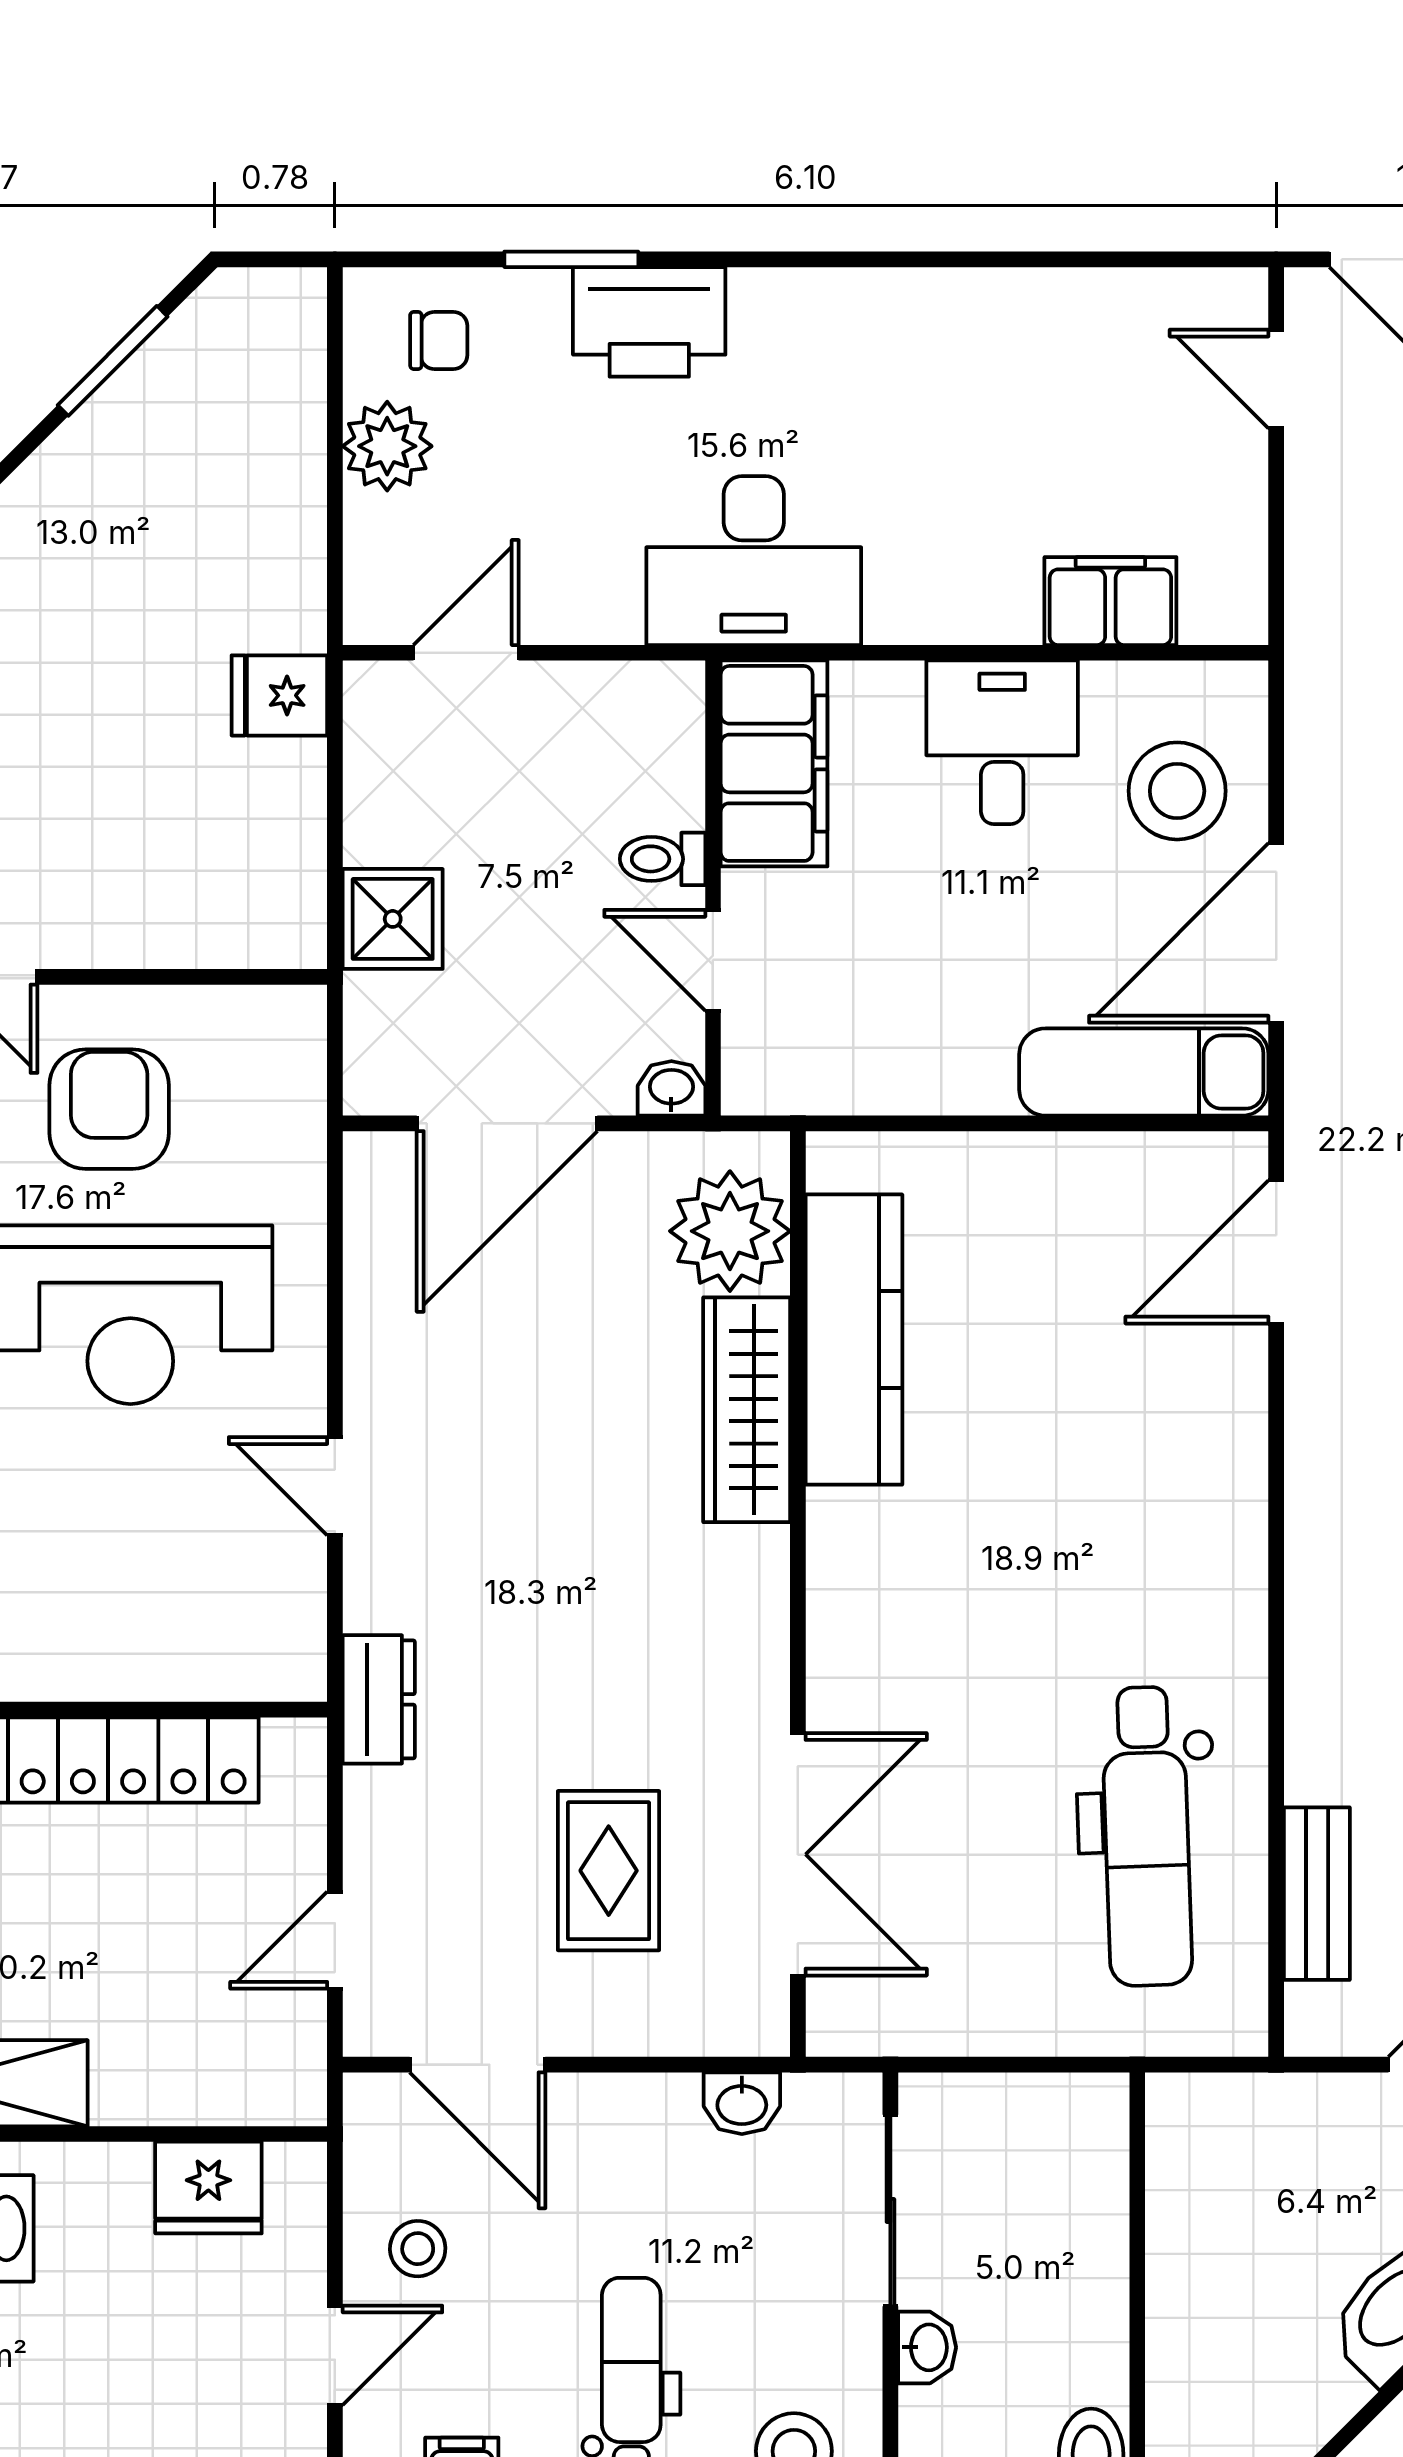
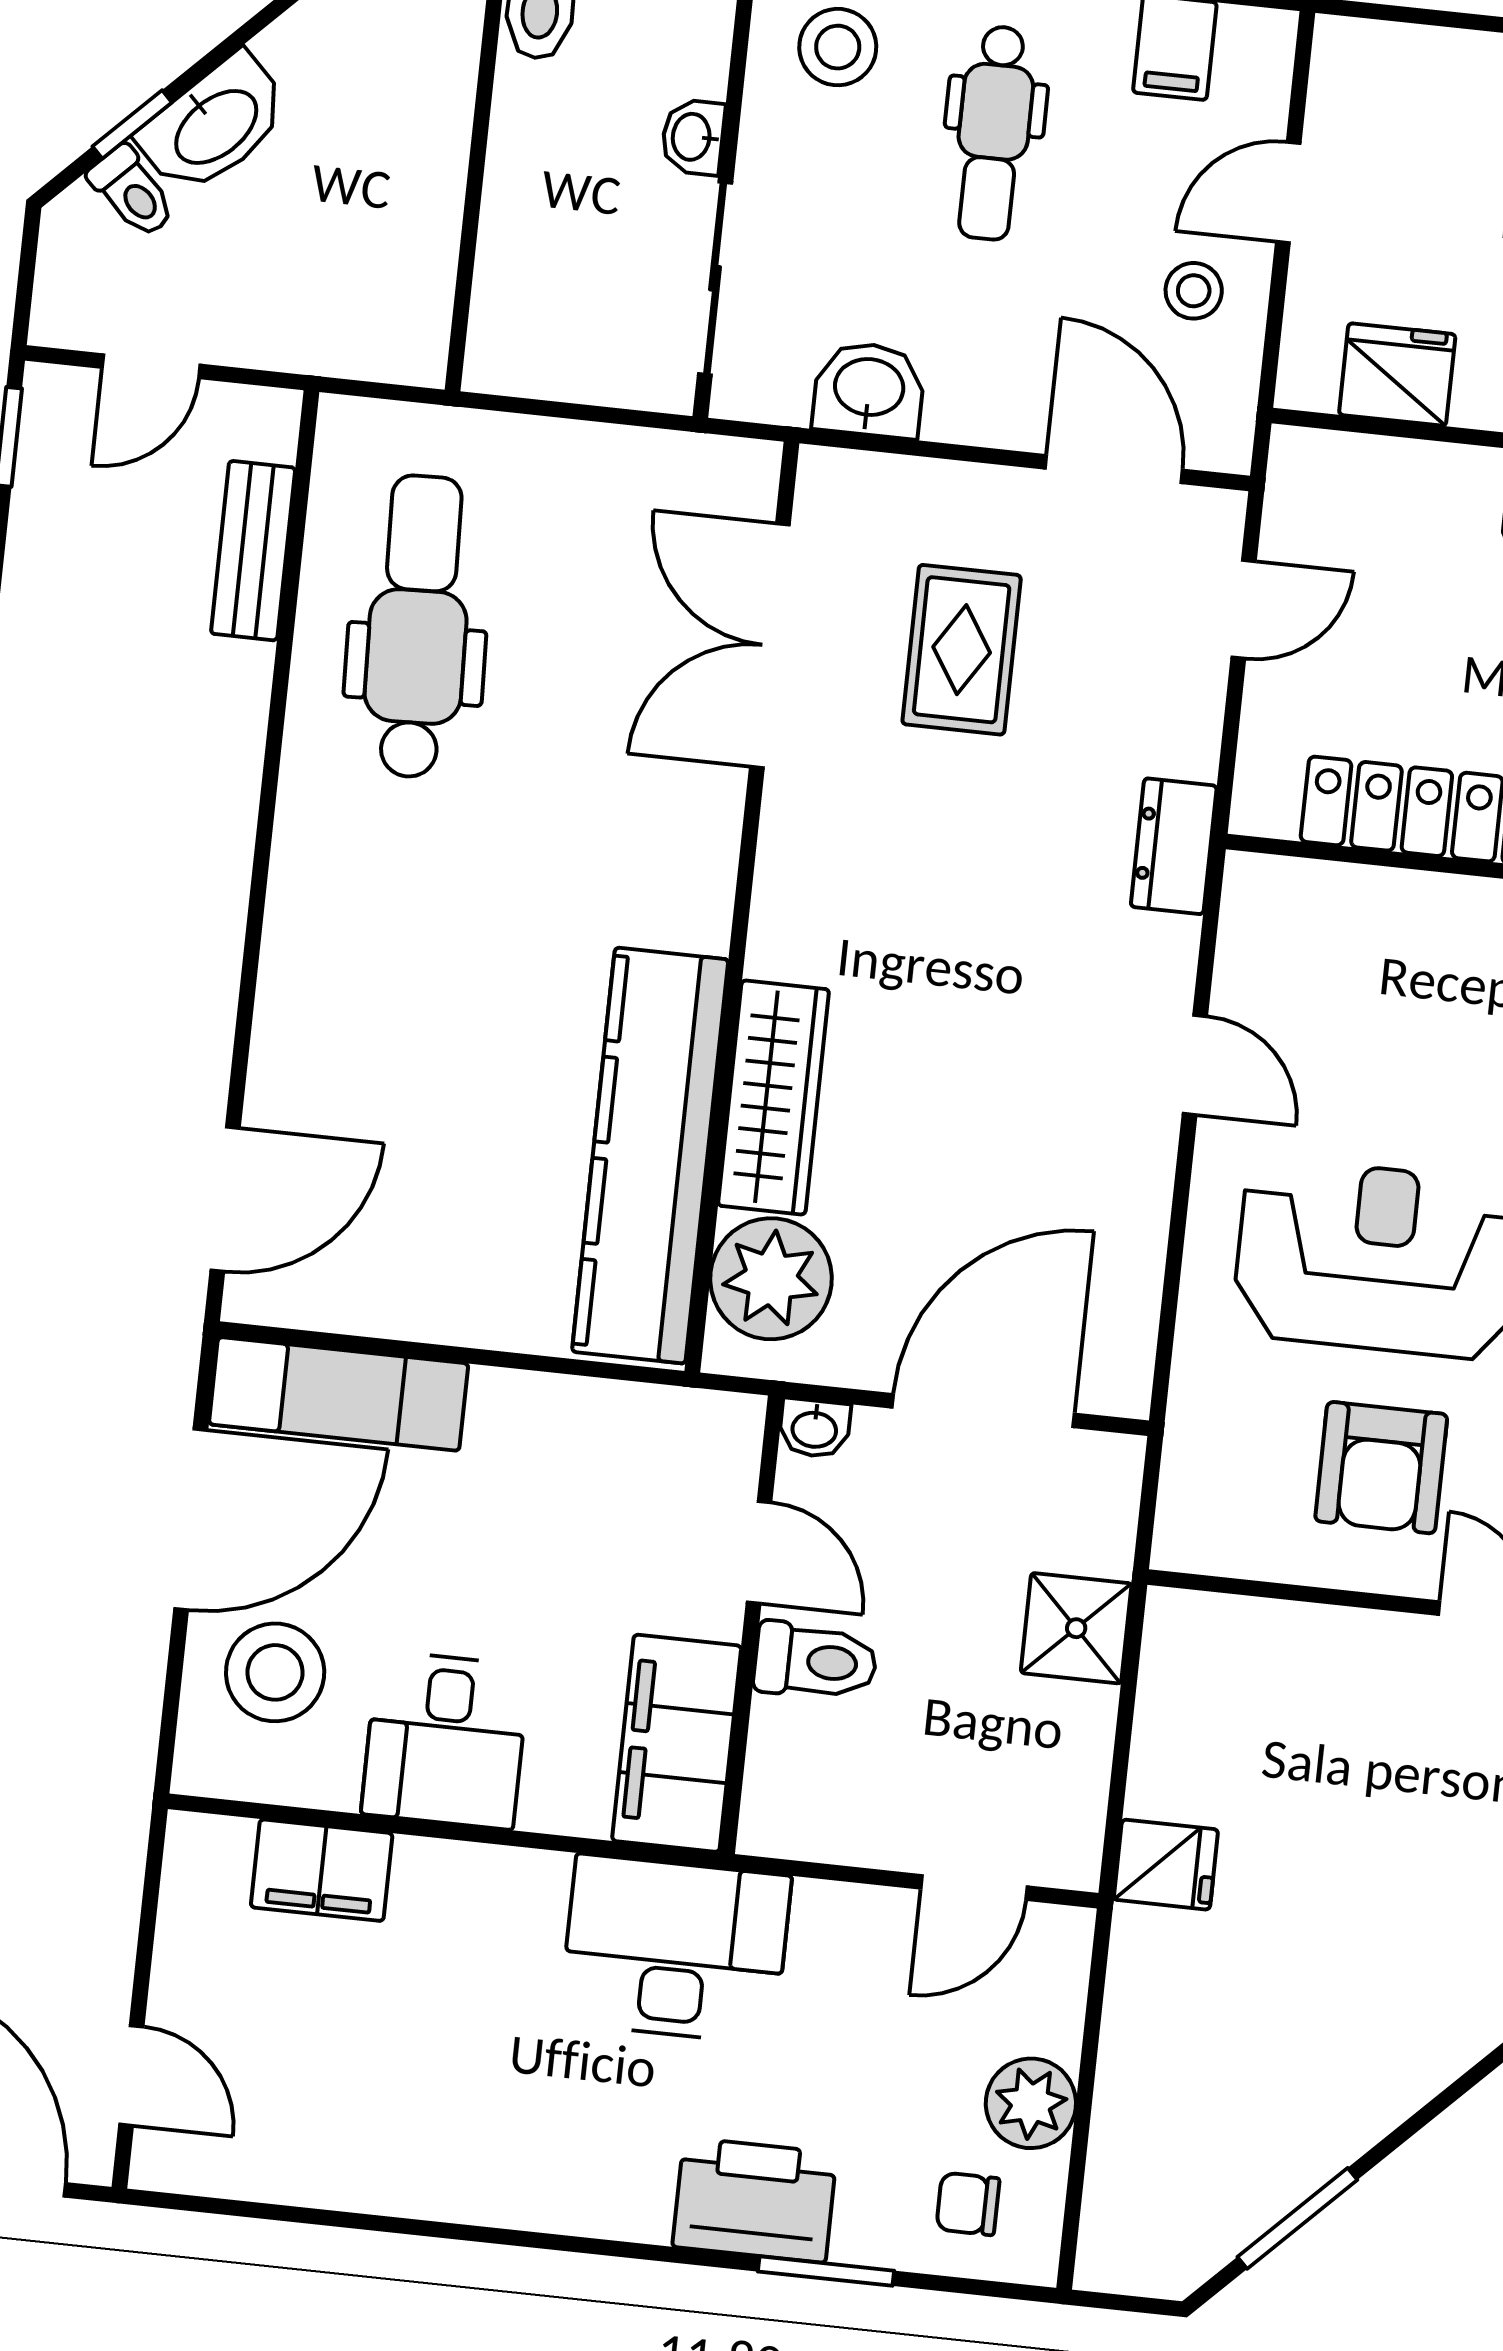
toilet: (663, 859) -> (815, 1661), width x1.37, depth x1.39
kitchen counter: (854, 1340) -> (650, 1156), width x1.39, depth x1.17
washbasin: (742, 2103) -> (869, 390), width x1.38, depth x1.45

